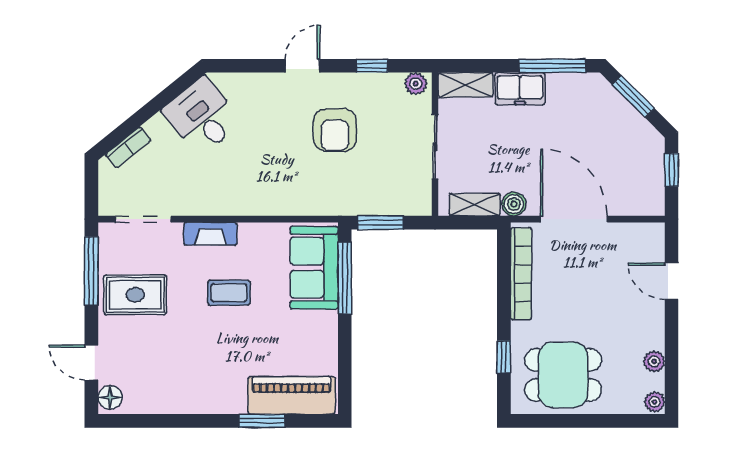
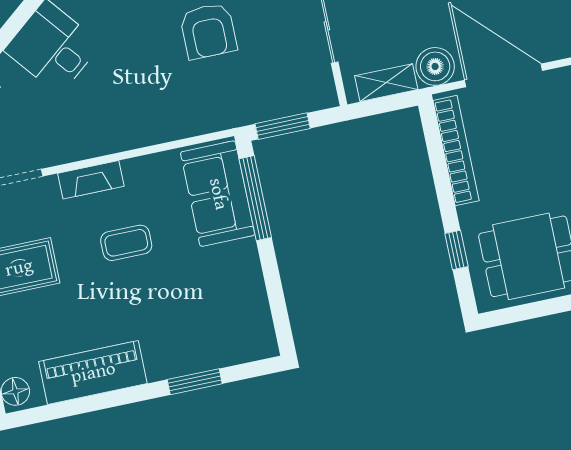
boiler: (514, 204) -> (435, 66), width x1.36, depth x1.36
piano: (292, 395) -> (93, 373), moved

